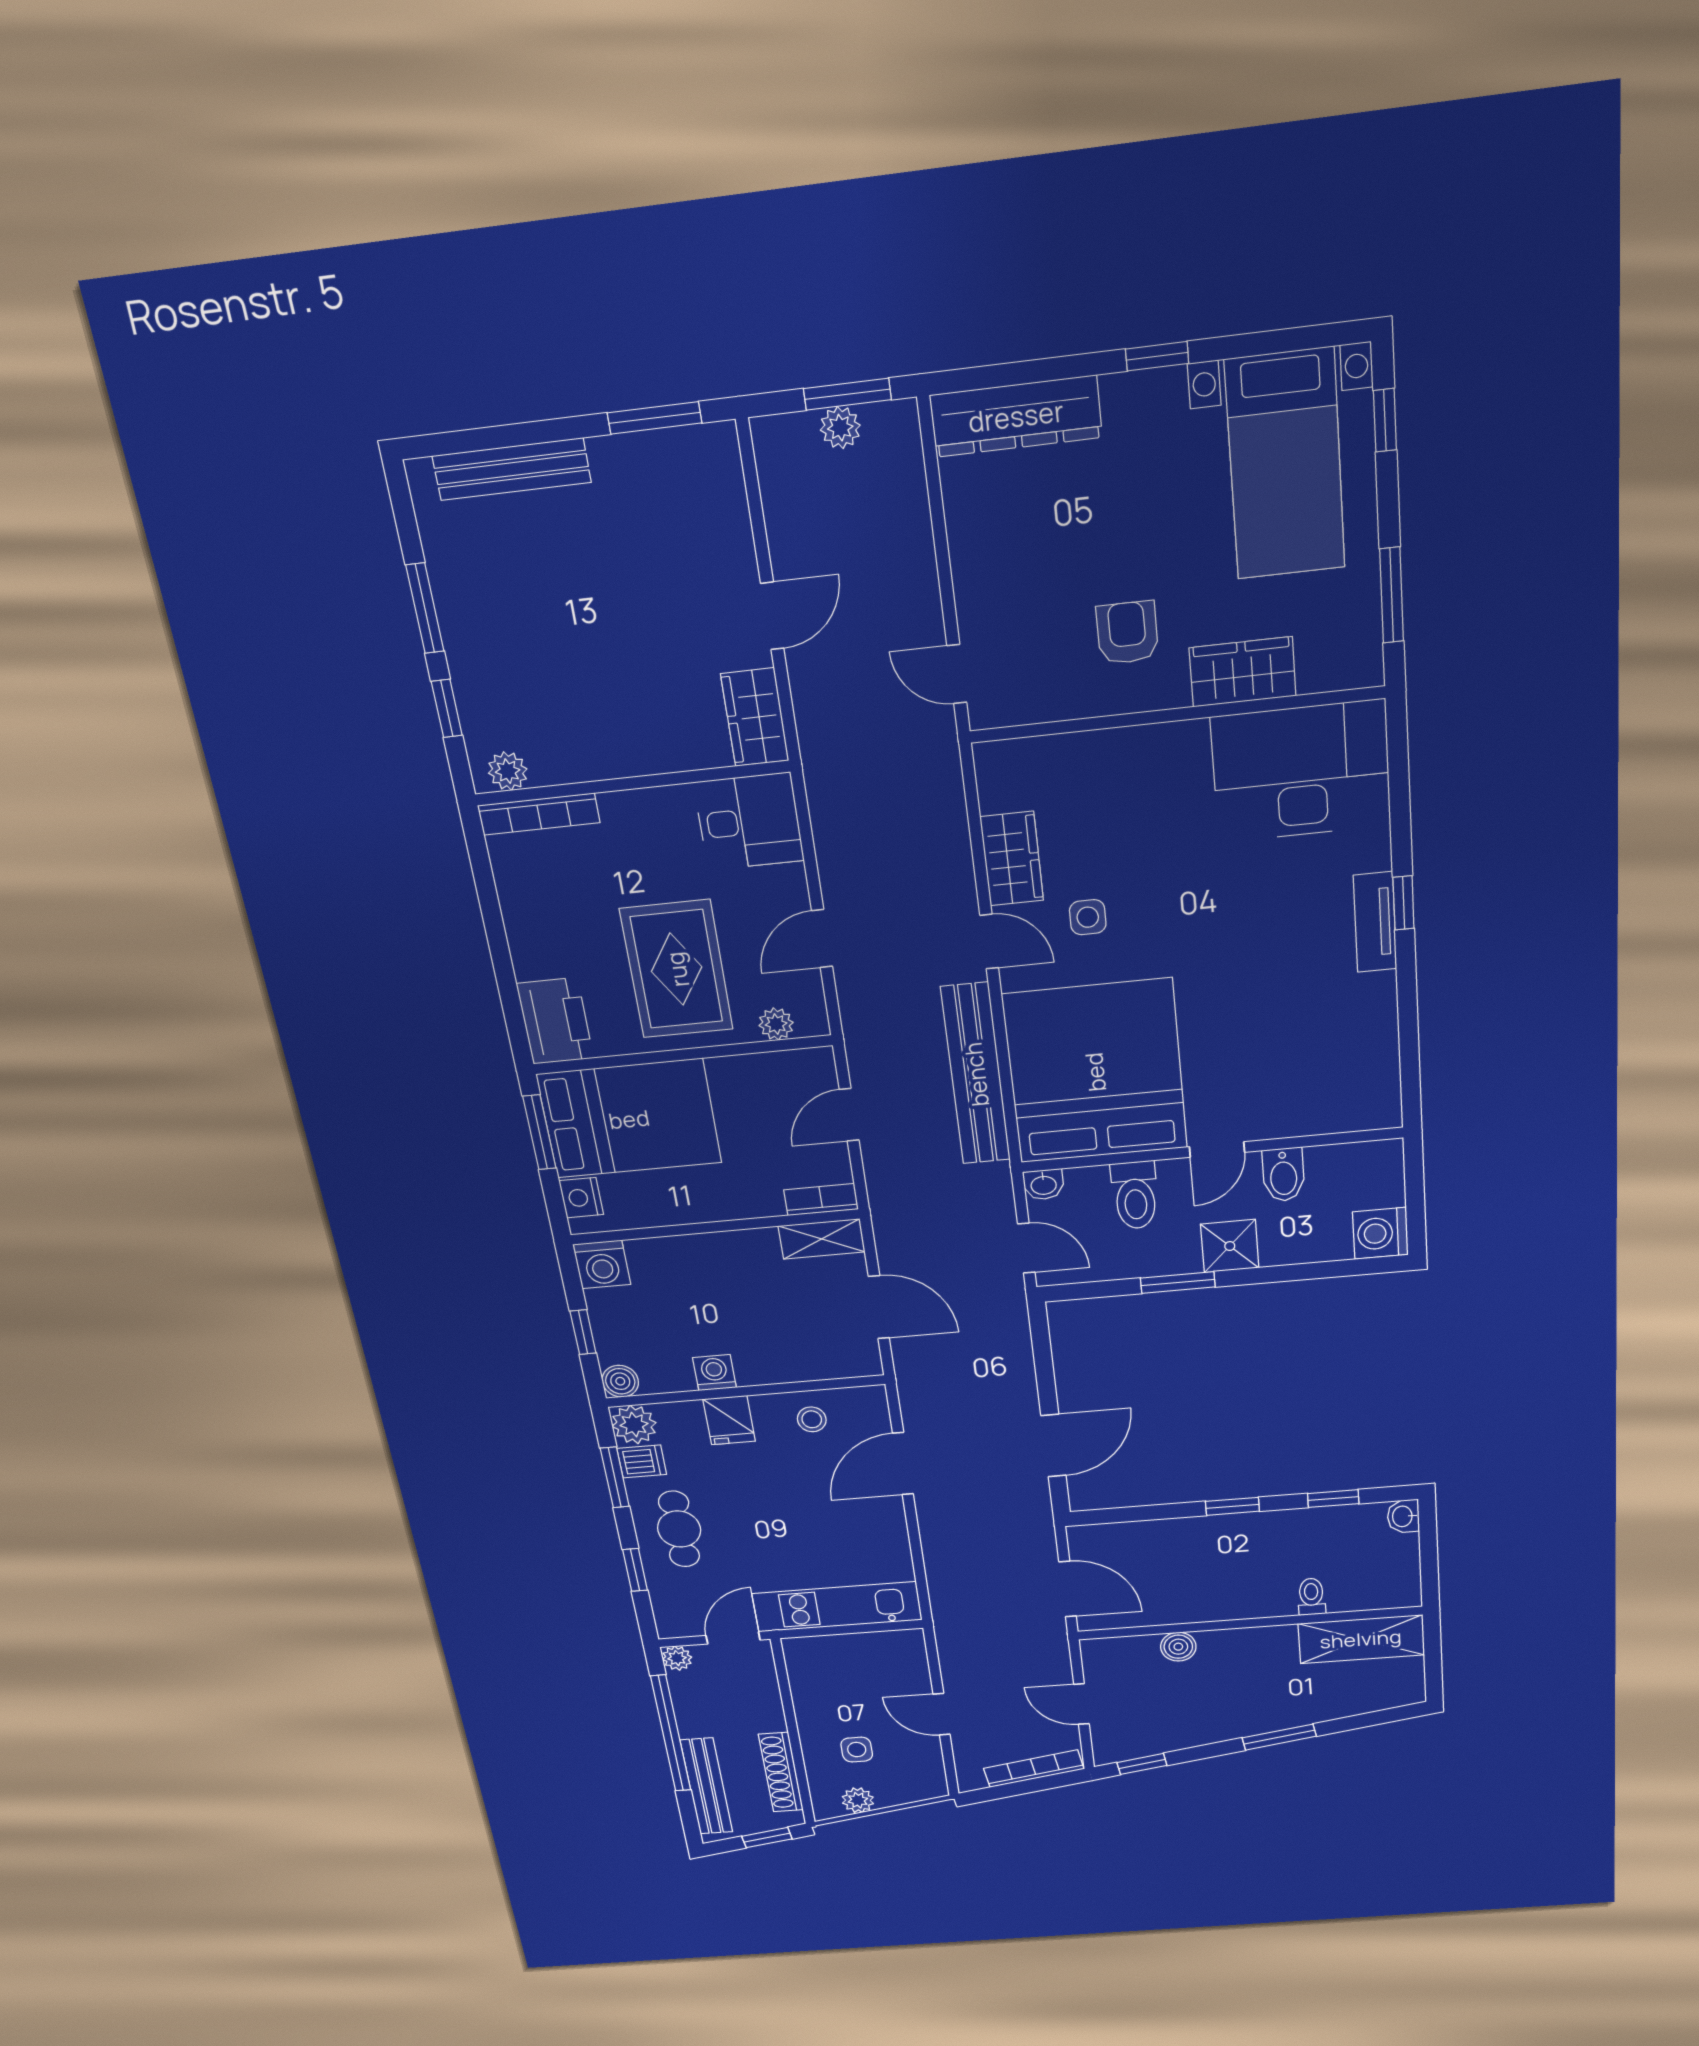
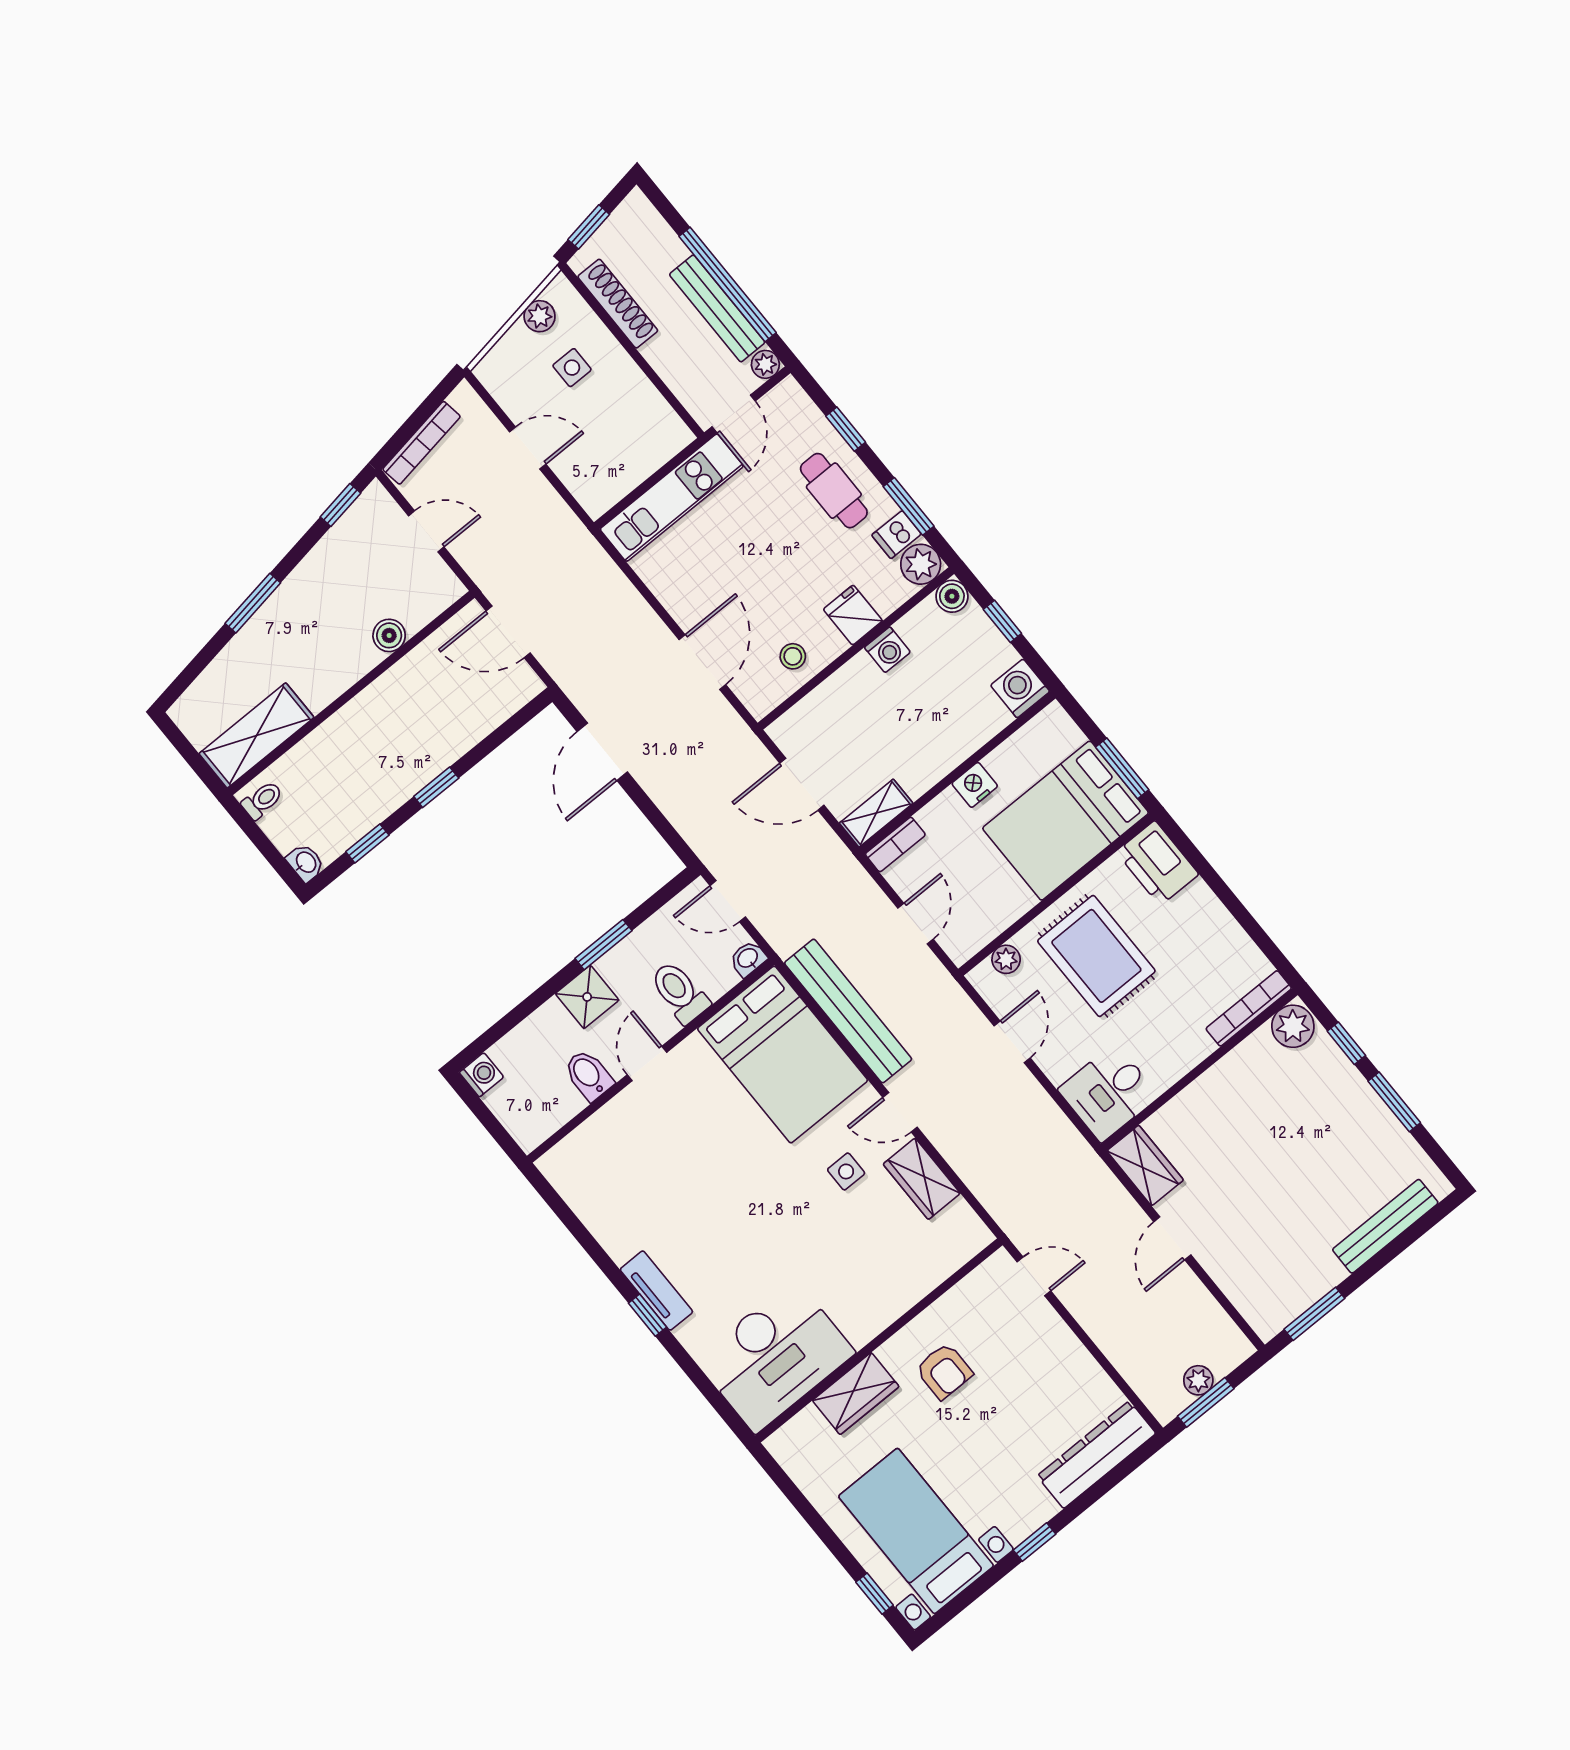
window: (1392, 595) -> (797, 1498), removed
plant: (508, 771) -> (1293, 1026), width x1.38, depth x1.38
bed: (1095, 1072) -> (783, 1055), width x0.73
nightstand: (581, 1198) -> (975, 785), moved, turned -90
washing machine: (1380, 1233) -> (482, 1075), width x0.73, depth x0.73
toilet: (1311, 1597) -> (262, 800), moved, turned -90
bench: (706, 1786) -> (717, 308), moved

